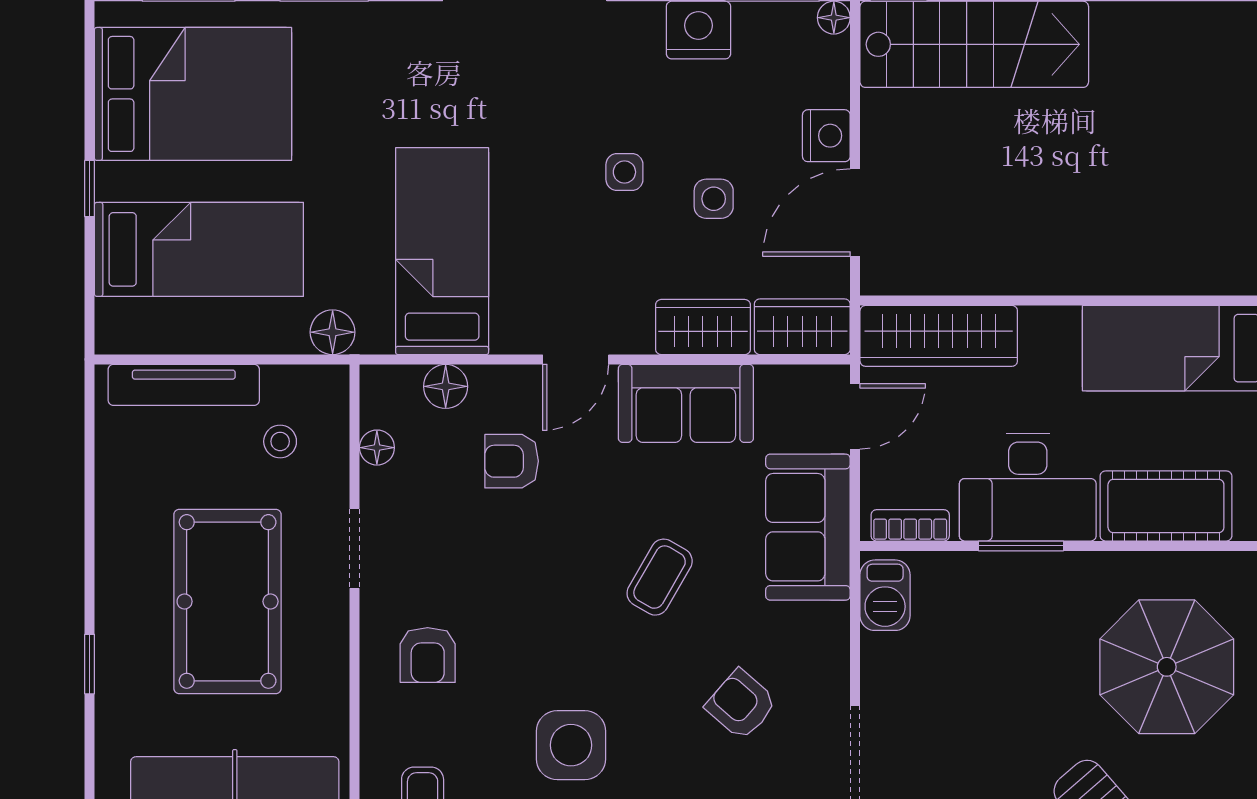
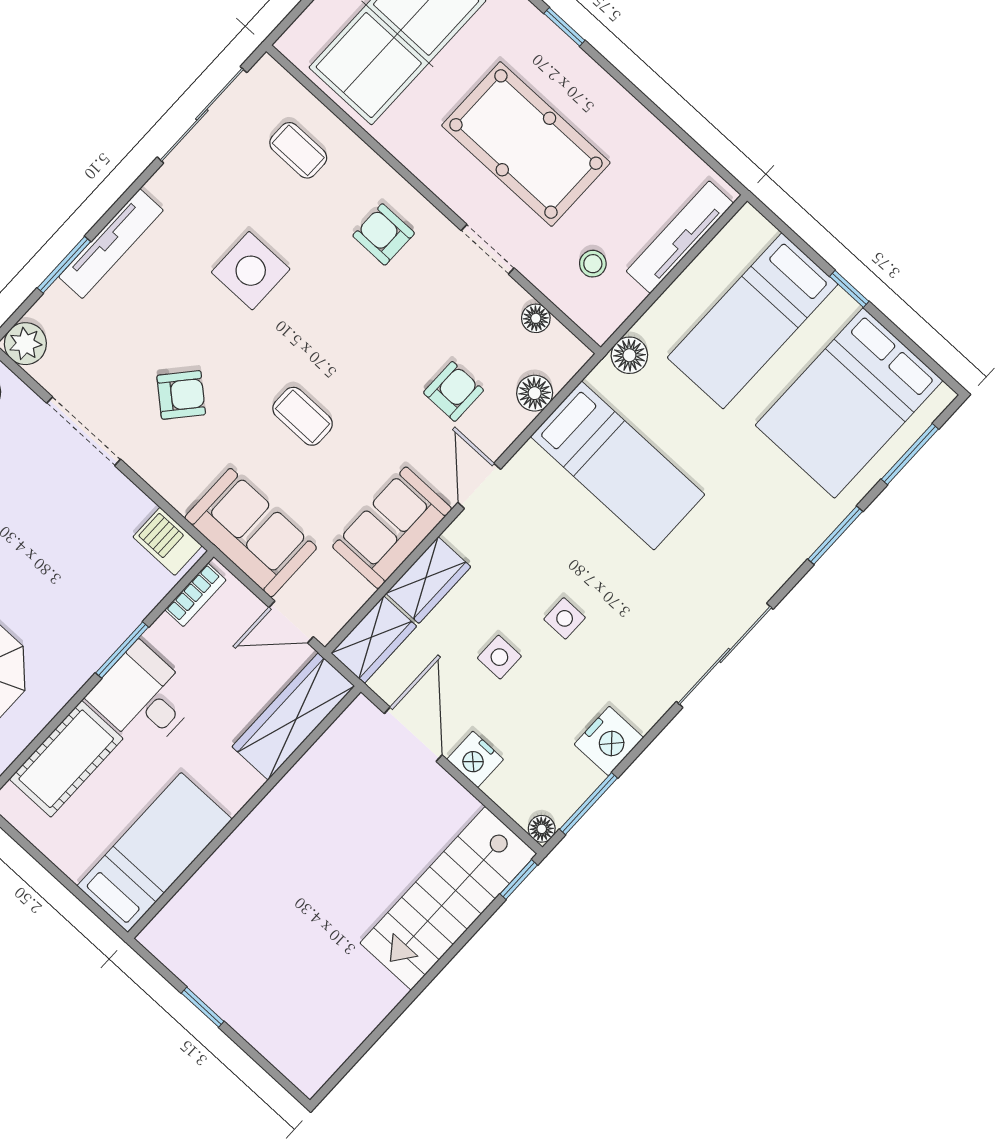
door: (855, 416) -> (291, 622), hinge flipped
desk: (1028, 487) -> (143, 697), width x0.73
coffee table: (660, 577) -> (303, 416), turned -30

